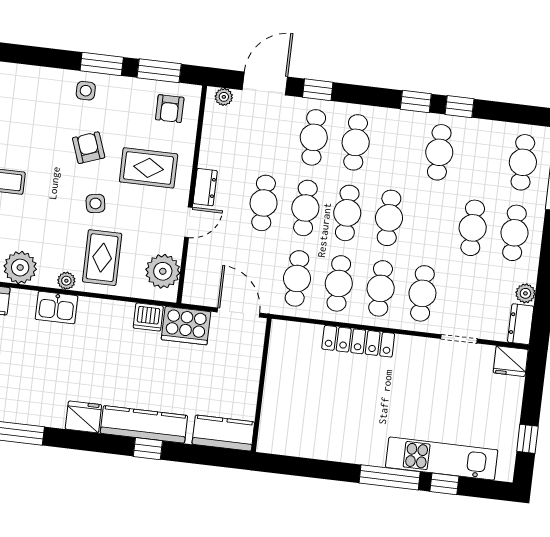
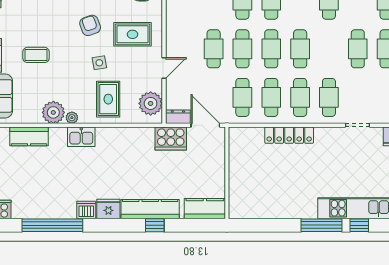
dresser: (205, 187) -> (178, 117), moved, turned -90
plant: (66, 281) -> (72, 118), moved
dishwasher: (148, 317) -> (86, 210), moved, turned 180

